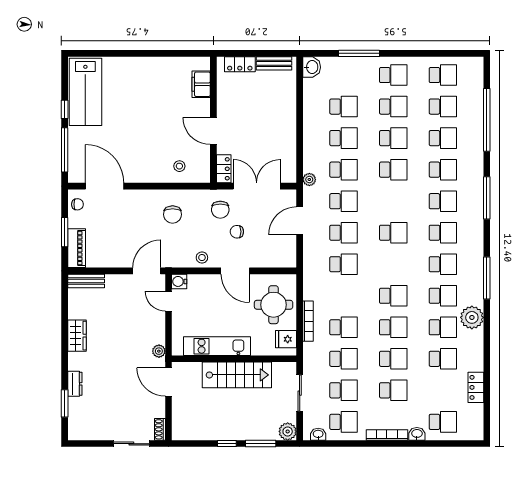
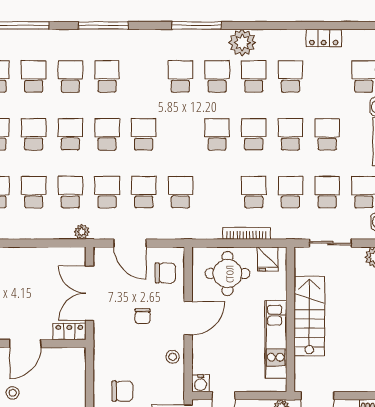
stool: (179, 166) -> (13, 393), moved
chair: (220, 210) -> (165, 273), moved
school desk: (443, 233) -> (107, 134), moved

